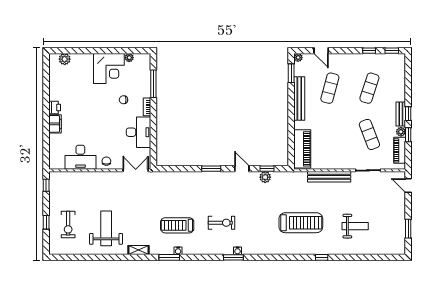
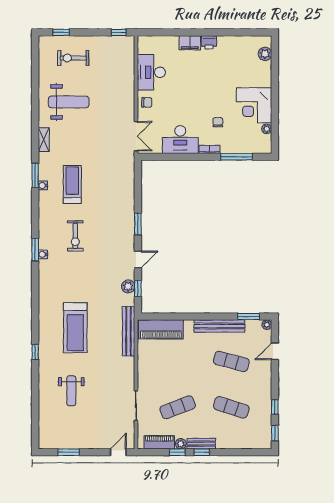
bench: (329, 177) -> (129, 331), moved
window: (46, 222) -> (61, 32), moved

